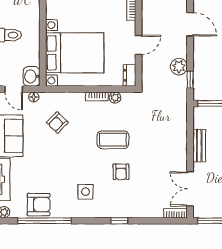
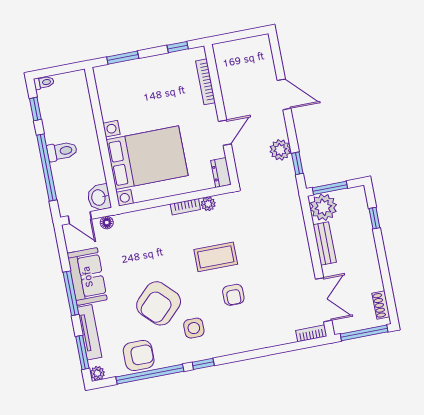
plant: (204, 117) -> (323, 207), added
armchair: (57, 123) -> (159, 303), moved, width x1.88, depth x1.88
double door: (190, 189) -> (324, 300), swing flipped
window: (119, 221) -> (203, 364), moved

